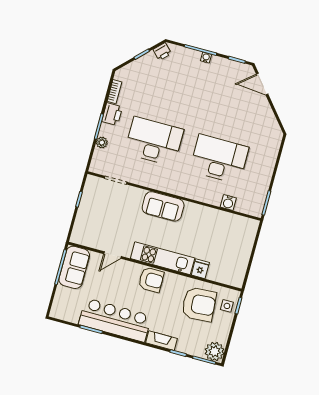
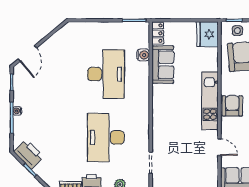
printer: (162, 52) -> (29, 154), width x1.87, depth x1.48
desk: (219, 159) -> (106, 74), turned 180
sofa: (163, 206) -> (163, 65), moved
locker: (247, 224) -> (158, 33), added
fridge: (200, 269) -> (208, 34), moved, width x1.88, depth x1.34

